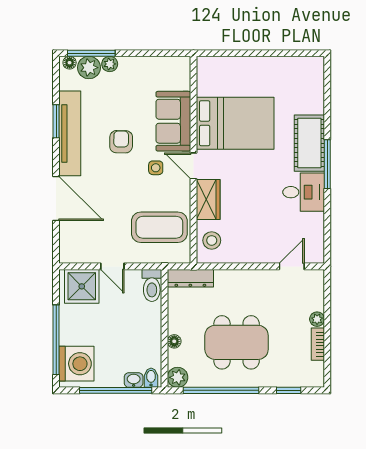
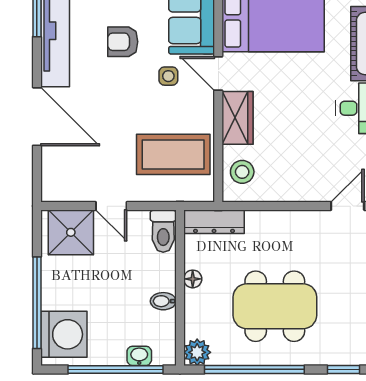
armchair: (121, 142) -> (123, 42), turned -91
floor lamp: (174, 341) -> (193, 279), moved
bidet: (151, 378) -> (163, 301), moved, turned -90

